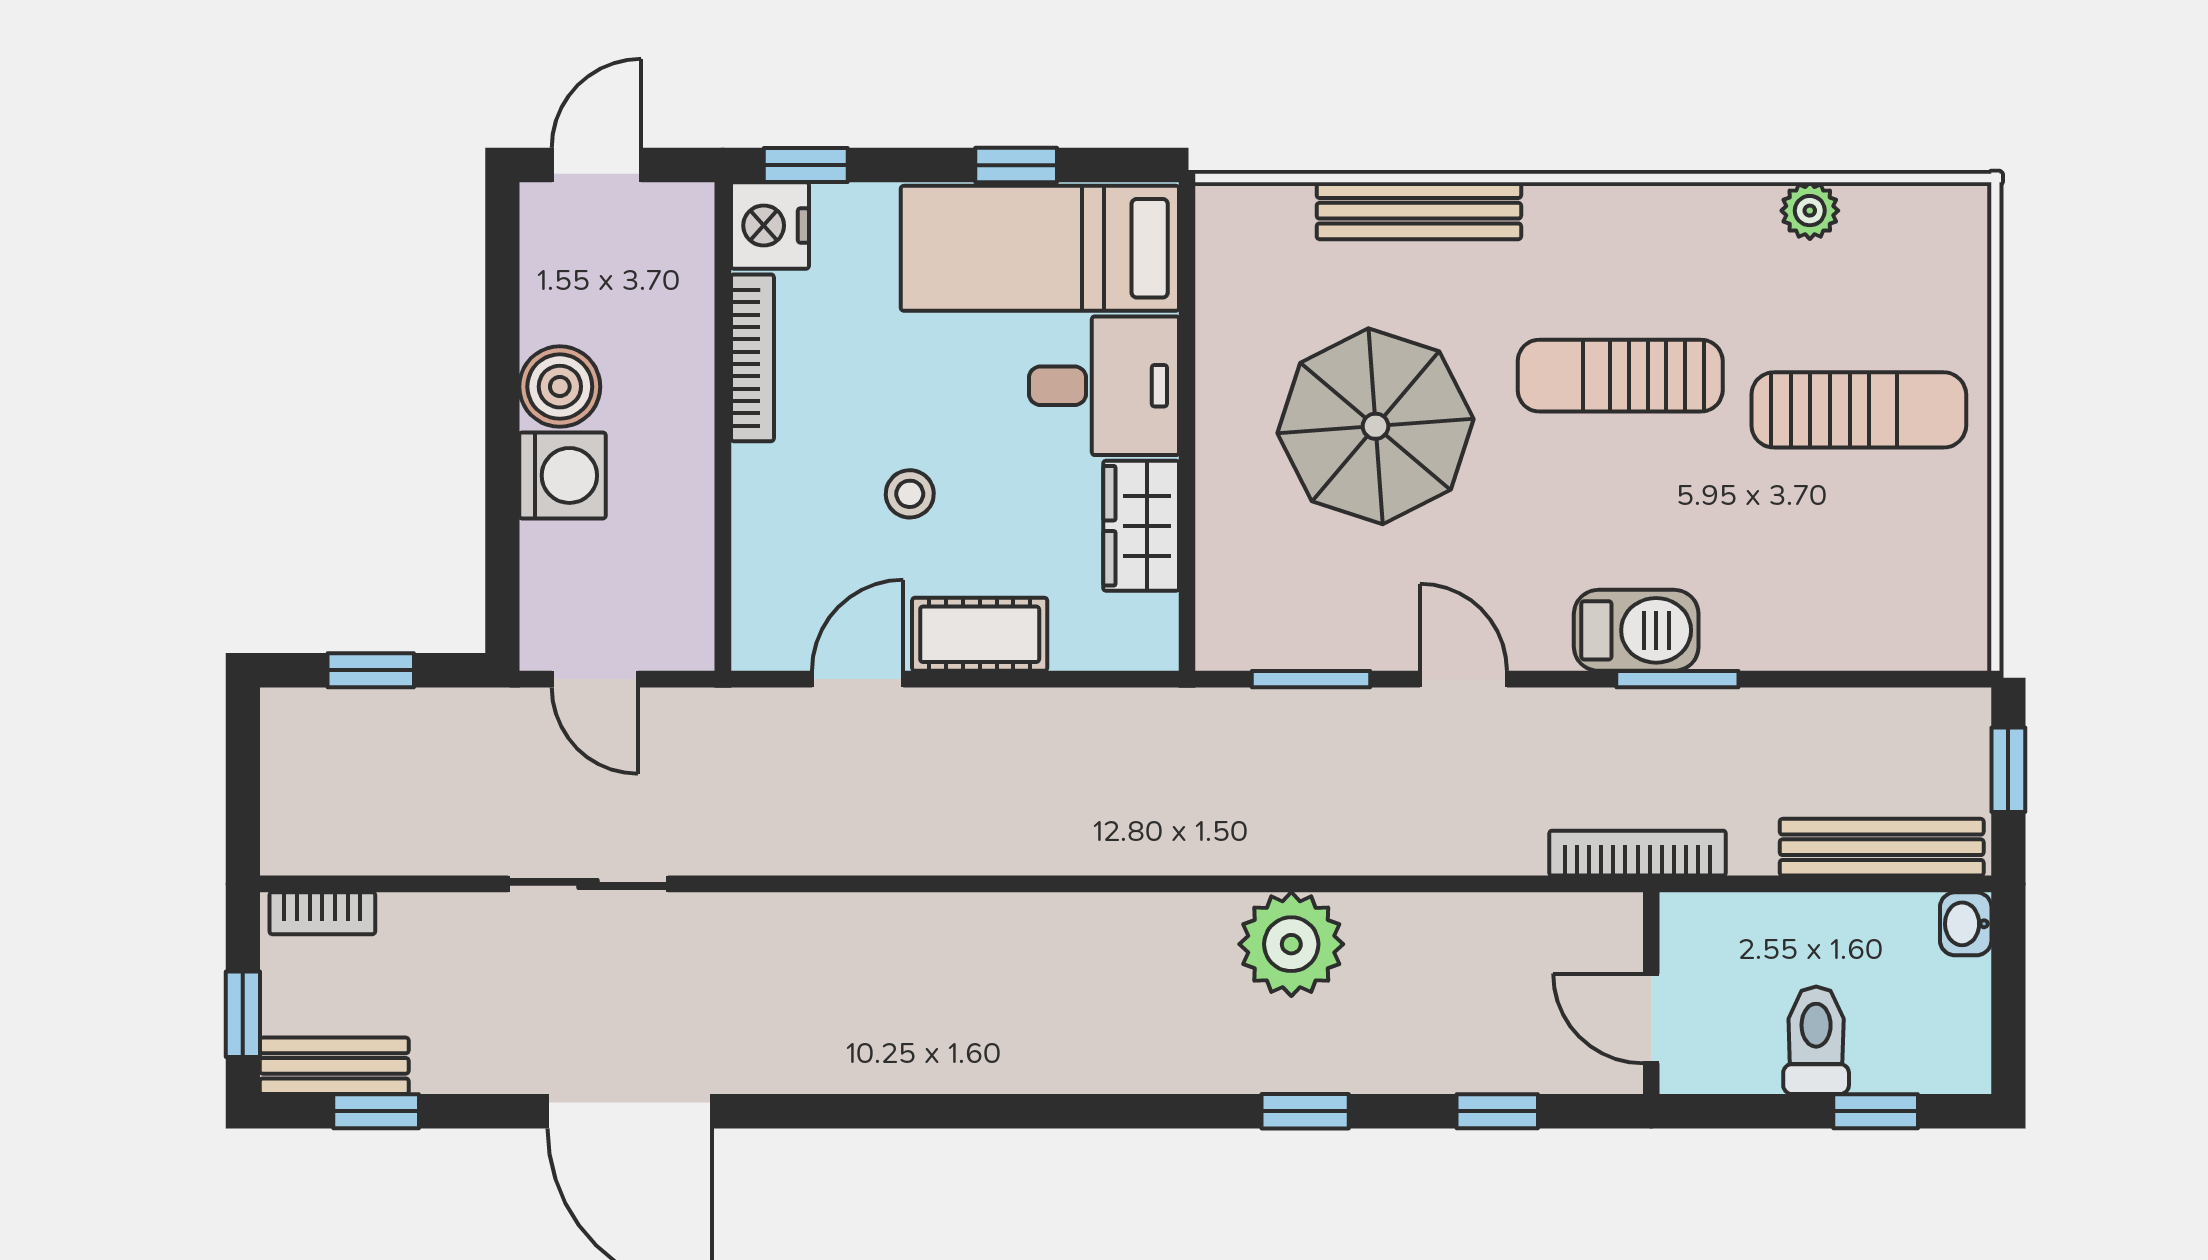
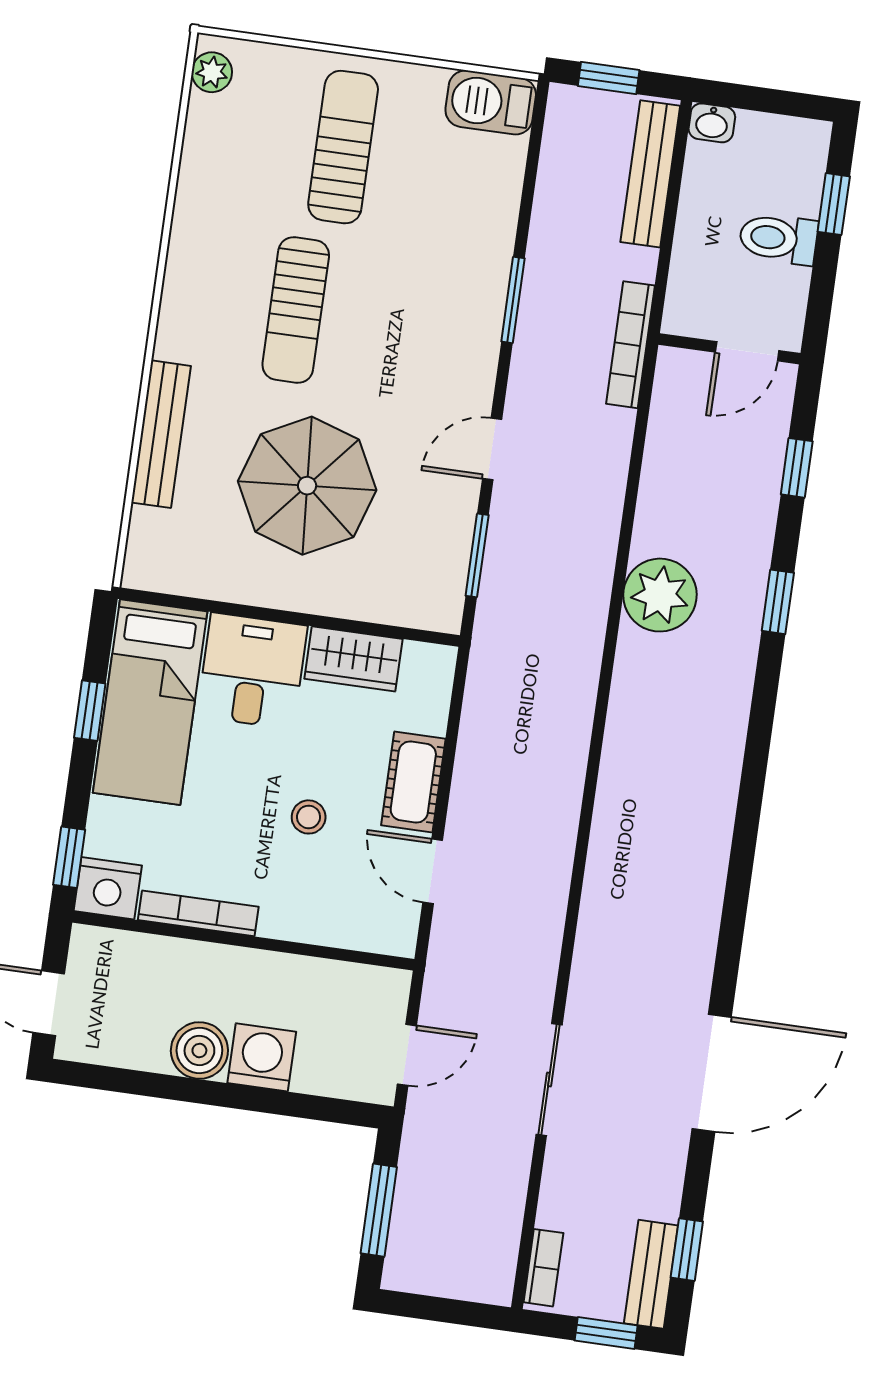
plant: (1810, 211) -> (212, 72), moved
barbecue: (1636, 630) -> (491, 102), moved, turned -90
window: (371, 670) -> (379, 1210), width x1.50

